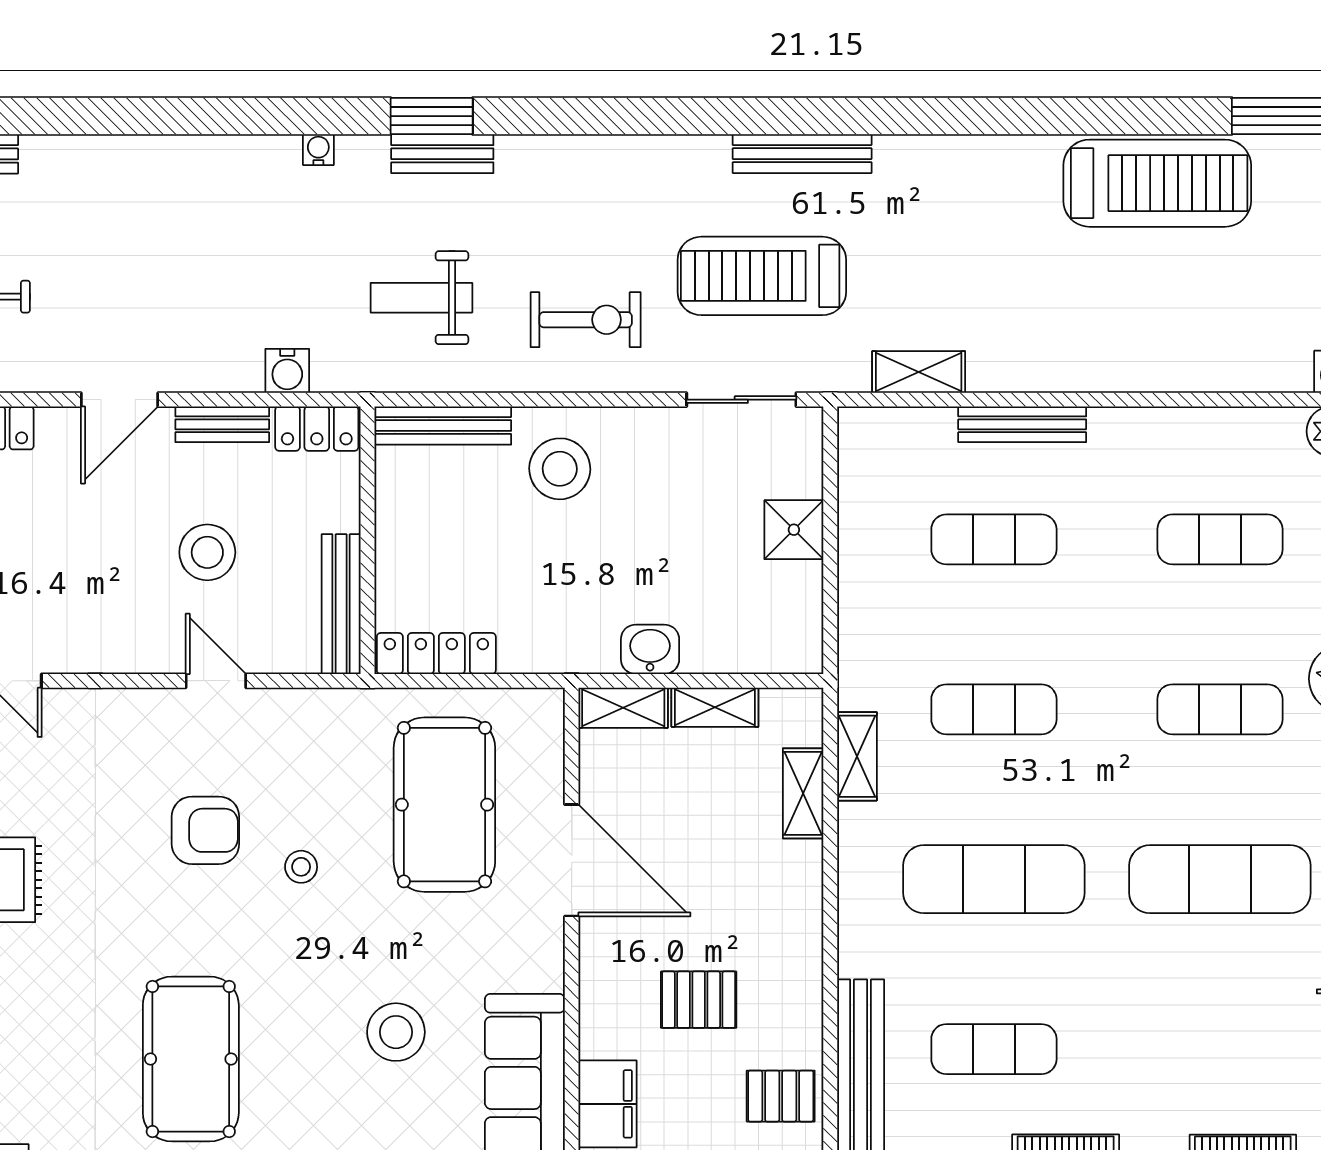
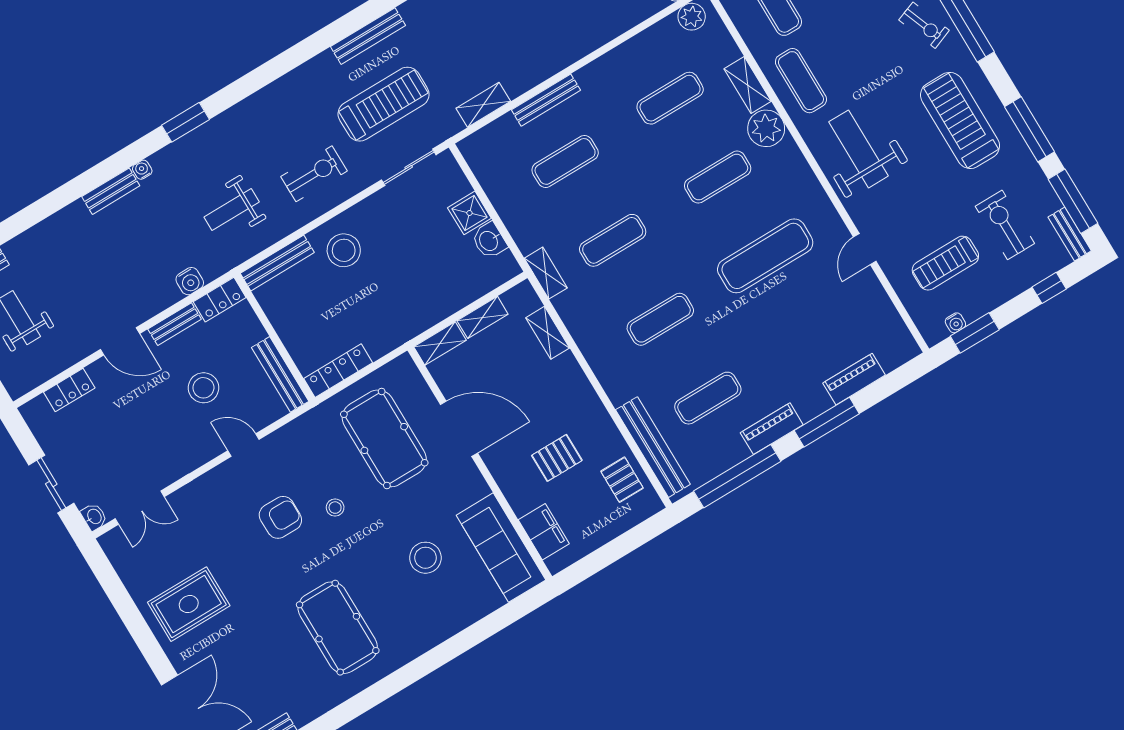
bench: (442, 154) -> (111, 191), moved
treadmill: (762, 276) -> (384, 104), turned 180
door: (120, 400) -> (120, 341), hinge flipped
washbasin: (650, 649) -> (489, 241), moved, turned -90
shelving: (857, 756) -> (546, 273), moved
exercise mat: (994, 879) -> (660, 319), width x0.73, depth x0.69
pallet: (781, 1096) -> (622, 480), turned 90

